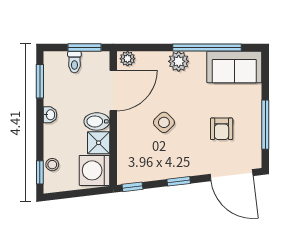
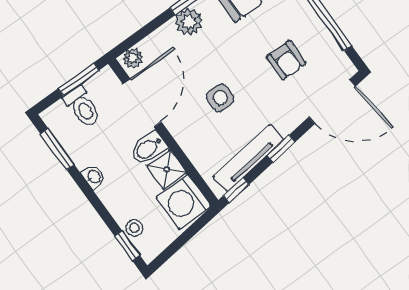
toilet: (74, 62) -> (82, 107), width x1.37, depth x1.39
side table: (164, 122) -> (220, 98), turned 45
tv unit: (154, 173) -> (248, 158), added

